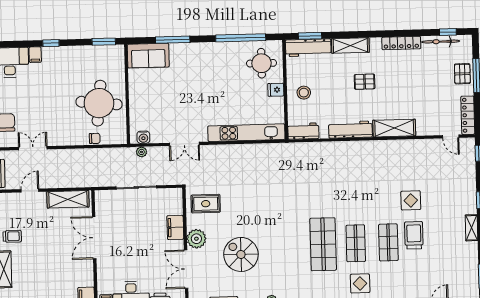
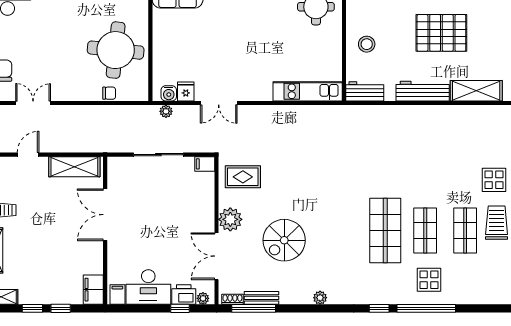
pallet: (365, 82) -> (441, 33), width x2.05, depth x2.00
fridge: (276, 90) -> (186, 91), moved, turned 90
kitchen unit: (246, 133) -> (308, 91), width x0.73
filing cabinet: (175, 227) -> (205, 164), moved, width x0.50
spiral stairs: (241, 254) -> (284, 240), turned -90

